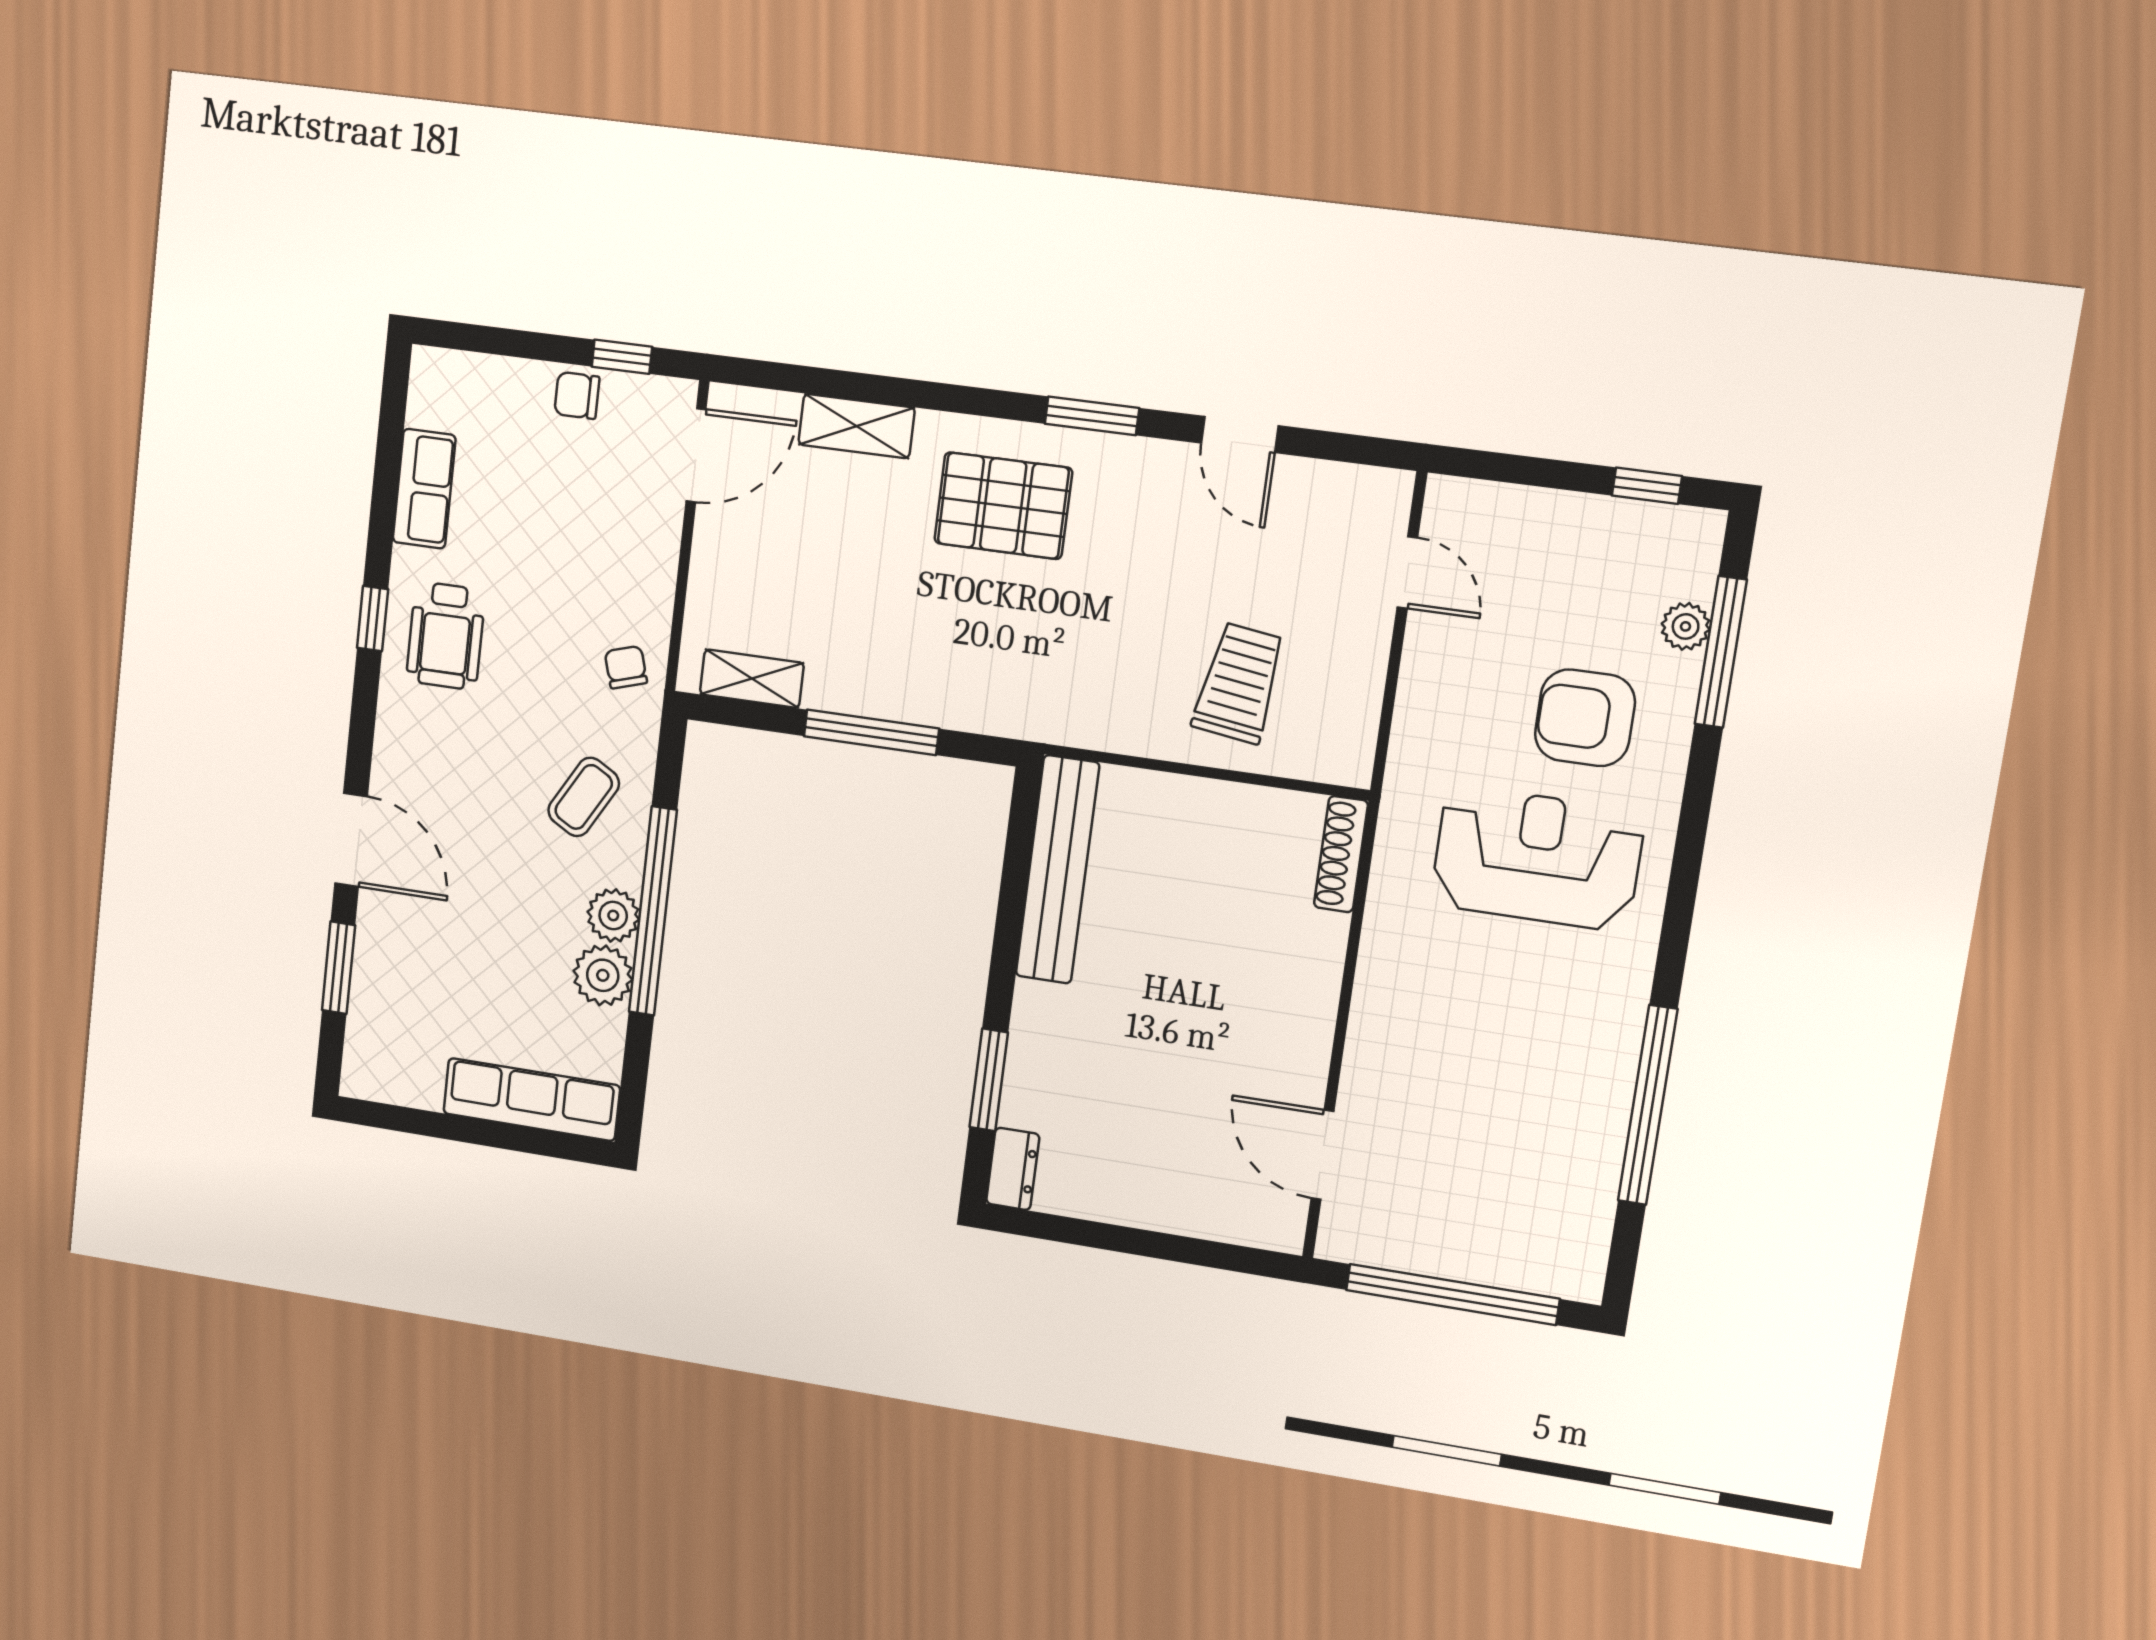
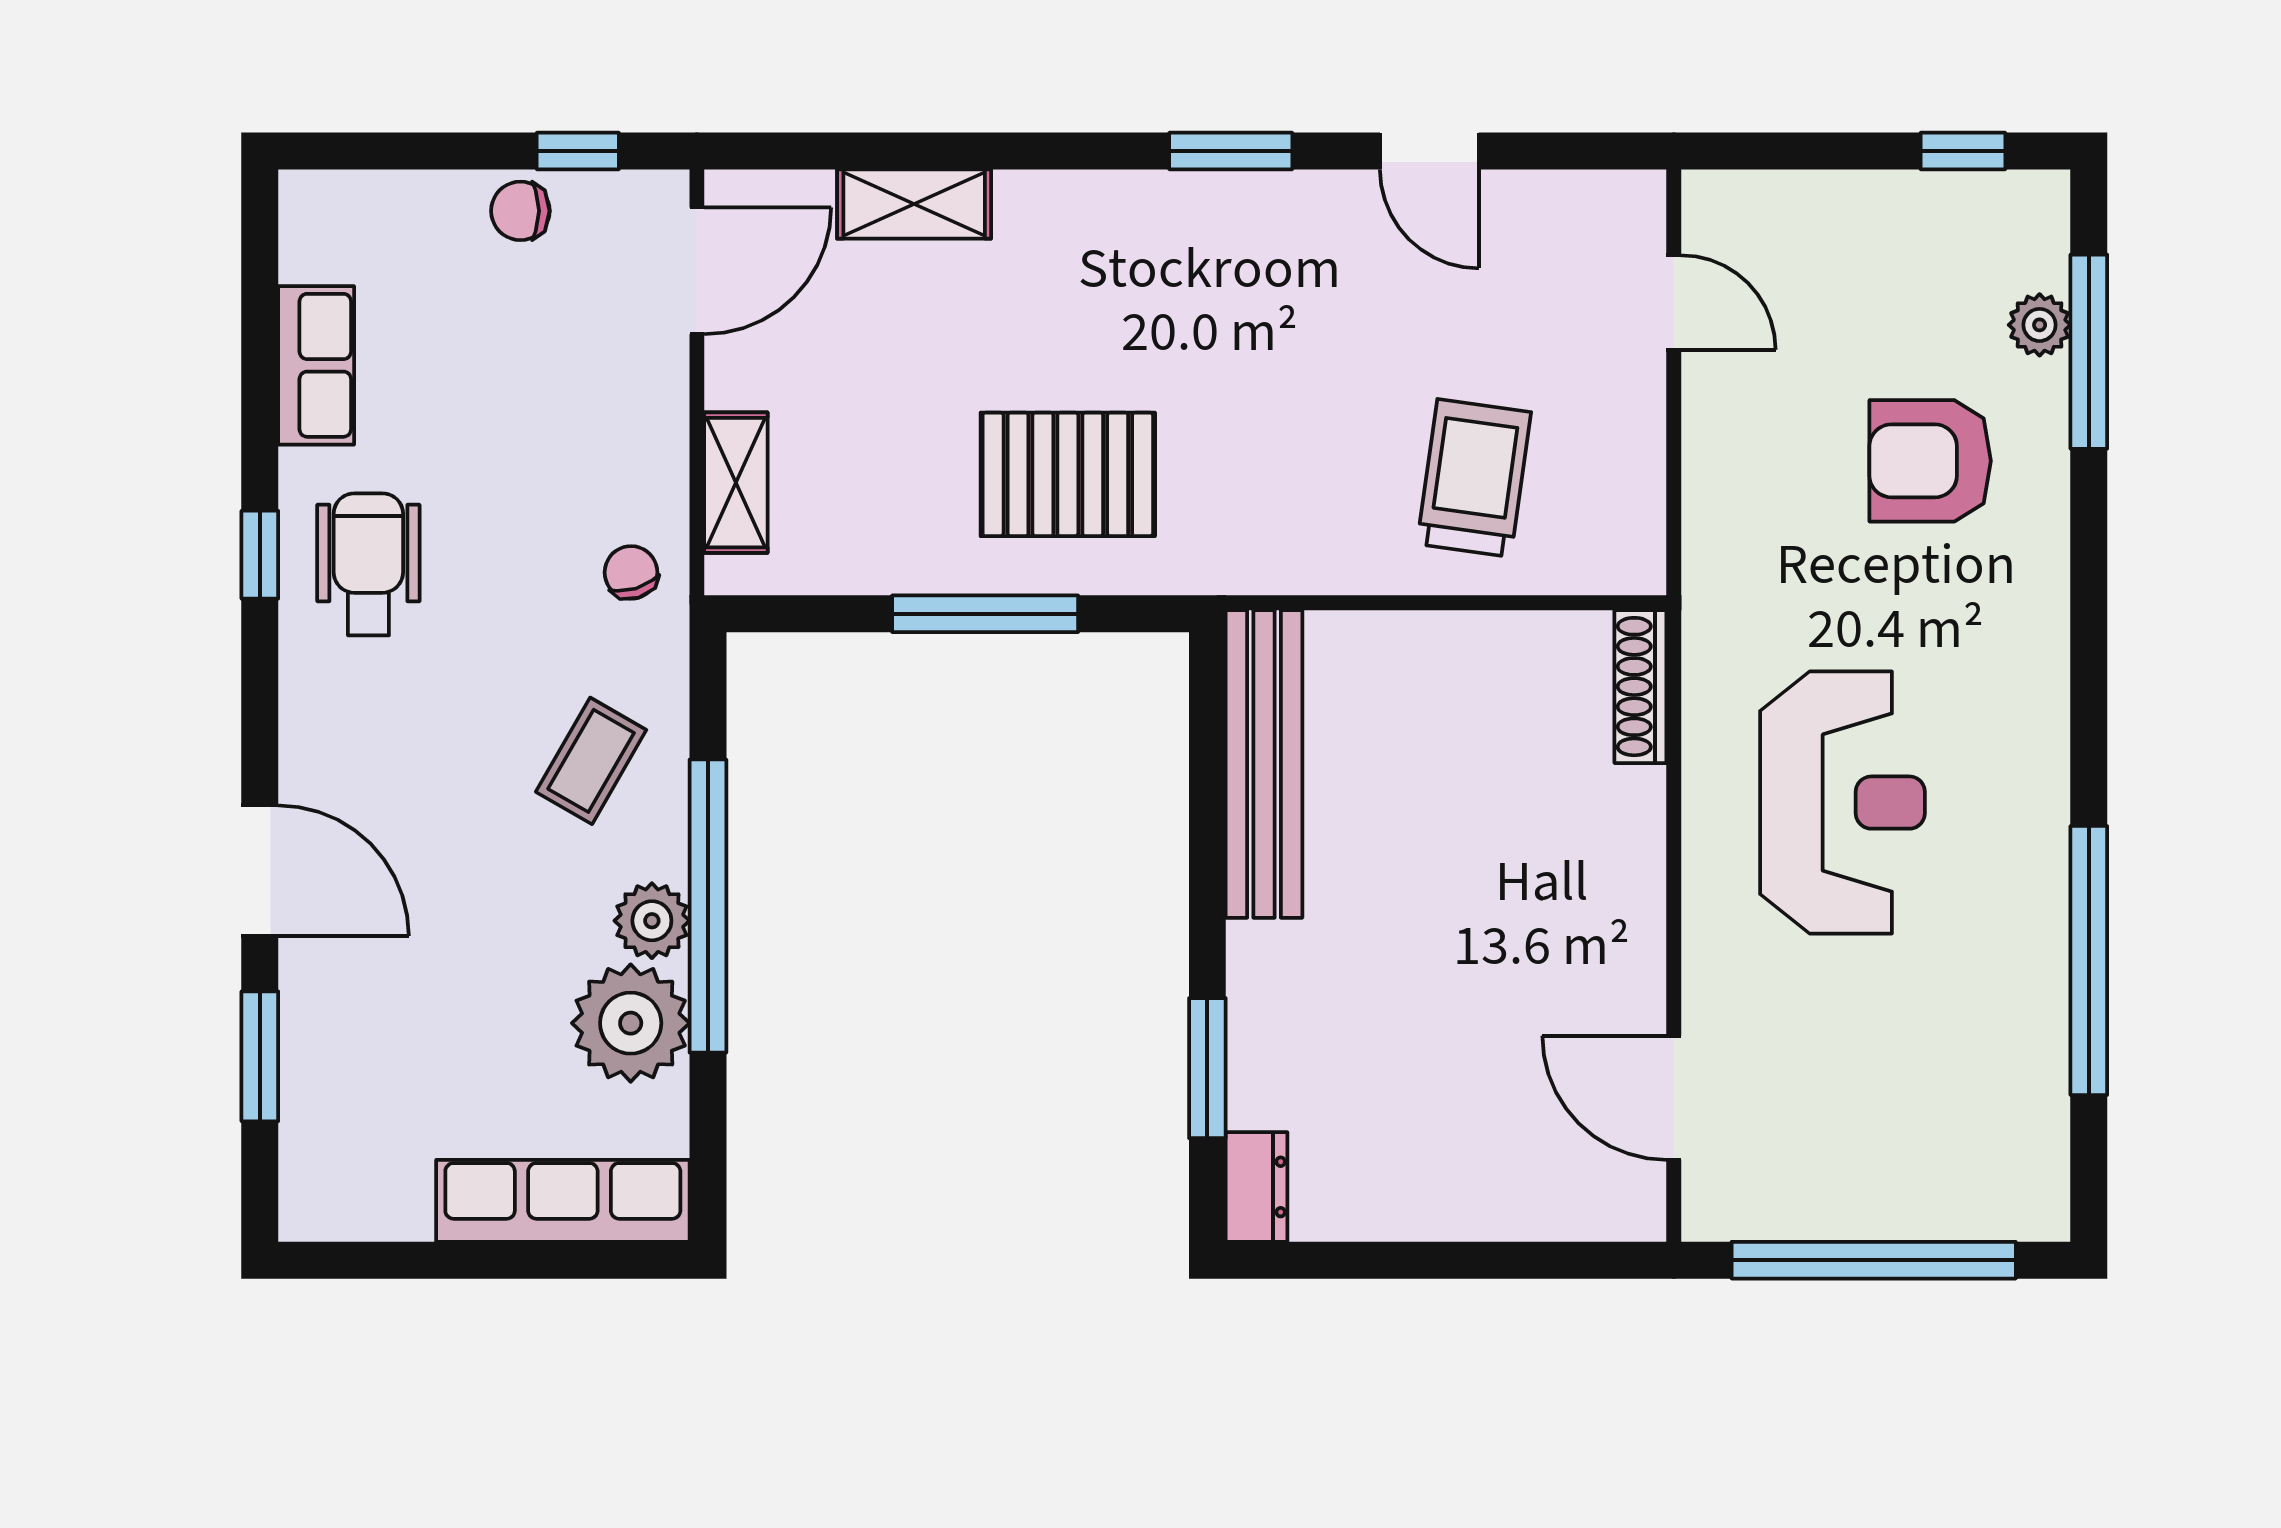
pallet: (1003, 506) -> (1068, 474), moved
wheelchair: (446, 636) -> (368, 564), turned 180
shelving: (752, 679) -> (736, 483), moved, turned 90
reception desk: (1537, 858) -> (1842, 803), moved, turned 90
plant: (603, 975) -> (631, 1023), width x1.36, depth x1.36

